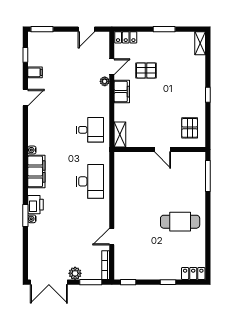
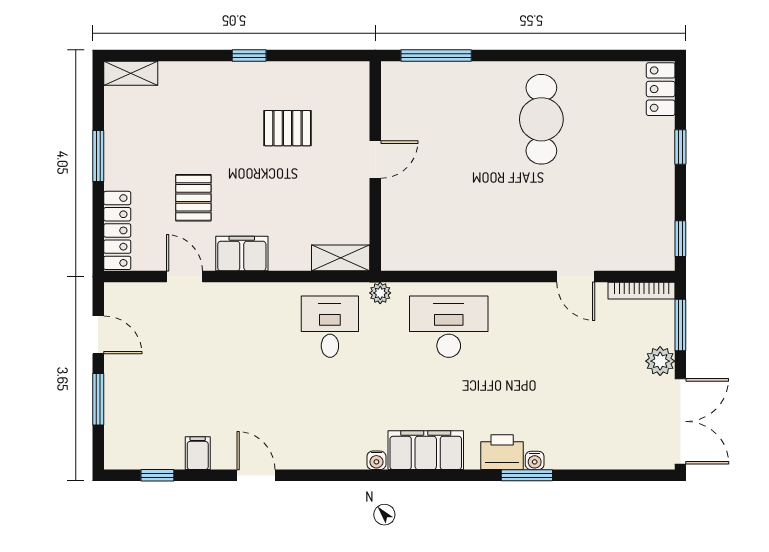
window: (42, 29) -> (98, 399), moved
locker: (126, 37) -> (117, 230), width x1.53
plant: (105, 81) -> (380, 293), moved
pallet: (190, 128) -> (287, 128), moved

